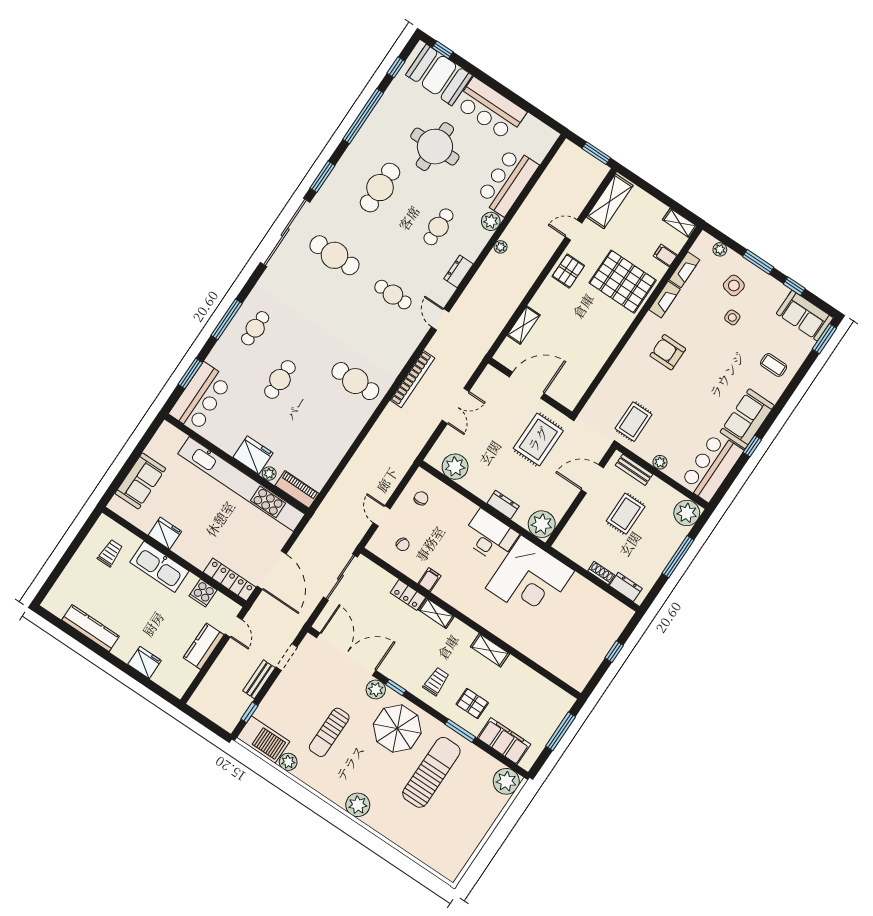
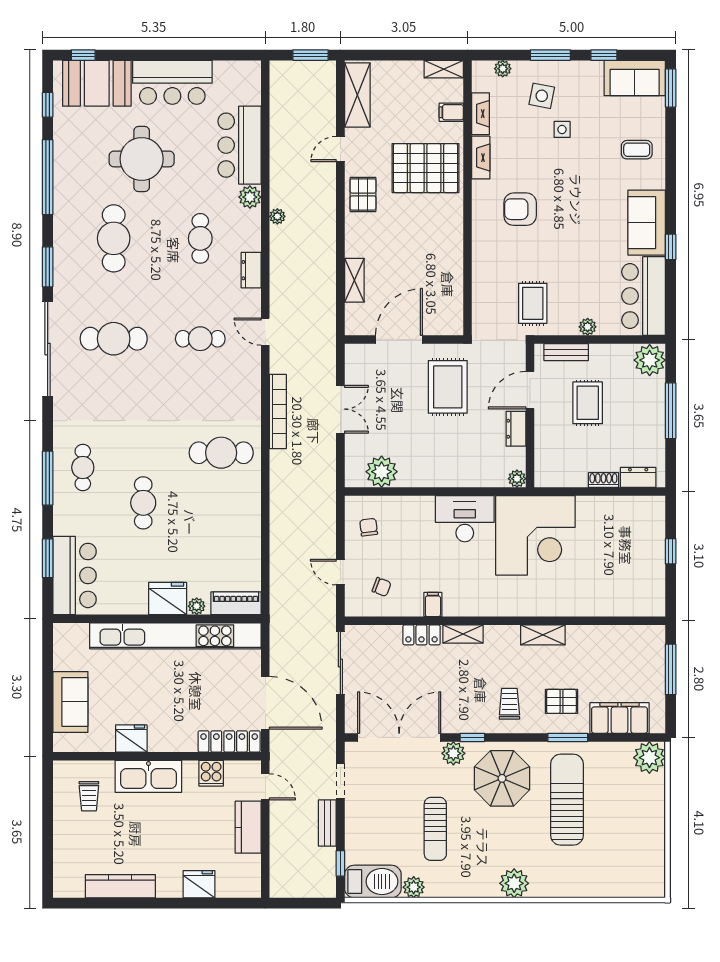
dresser: (503, 505) -> (516, 429), moved, turned -90
plant: (542, 524) -> (517, 479), width x0.53, depth x0.53
trolley: (110, 553) -> (89, 796), turned 180

